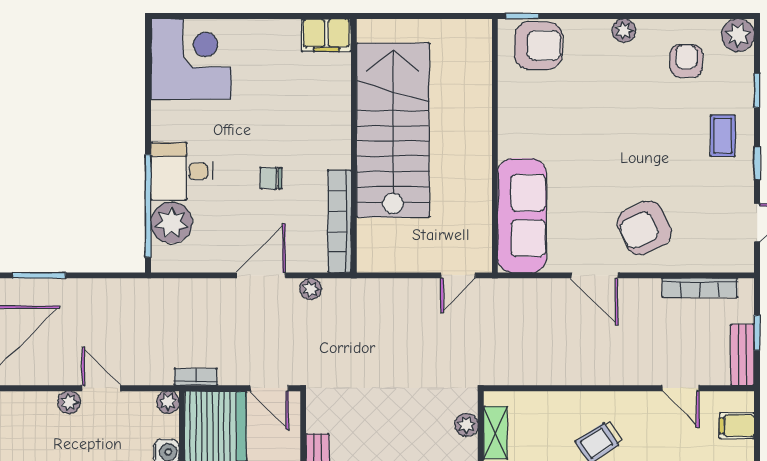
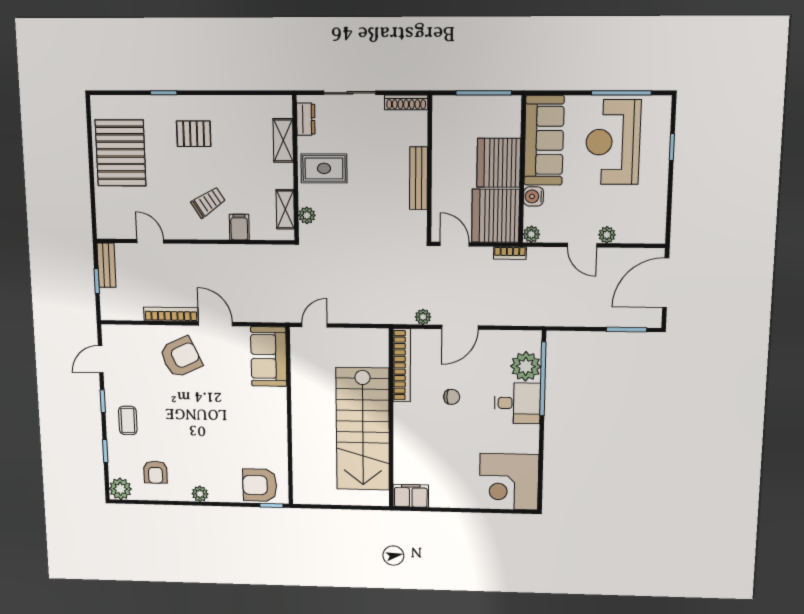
sofa: (522, 216) -> (269, 357), width x0.73
bookcase: (700, 288) -> (171, 314), moved
filing cabinet: (737, 426) -> (239, 227), moved, turned -90

